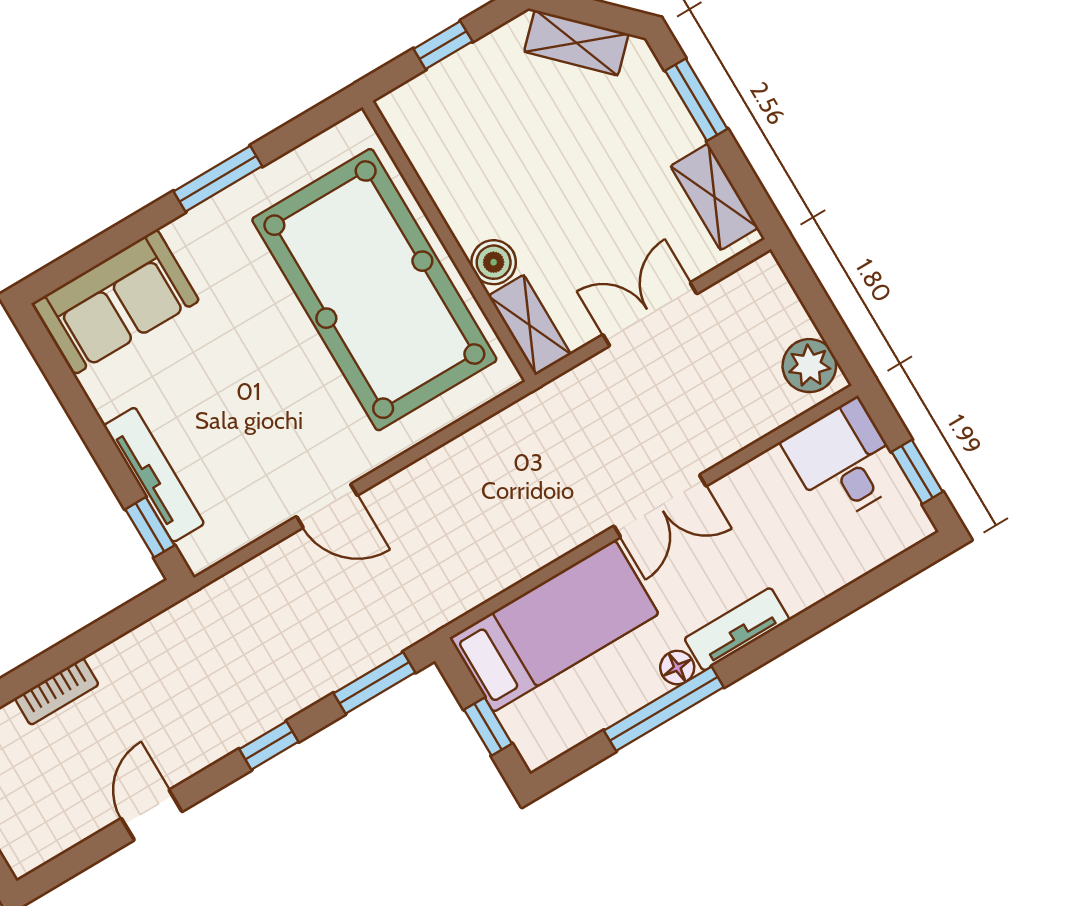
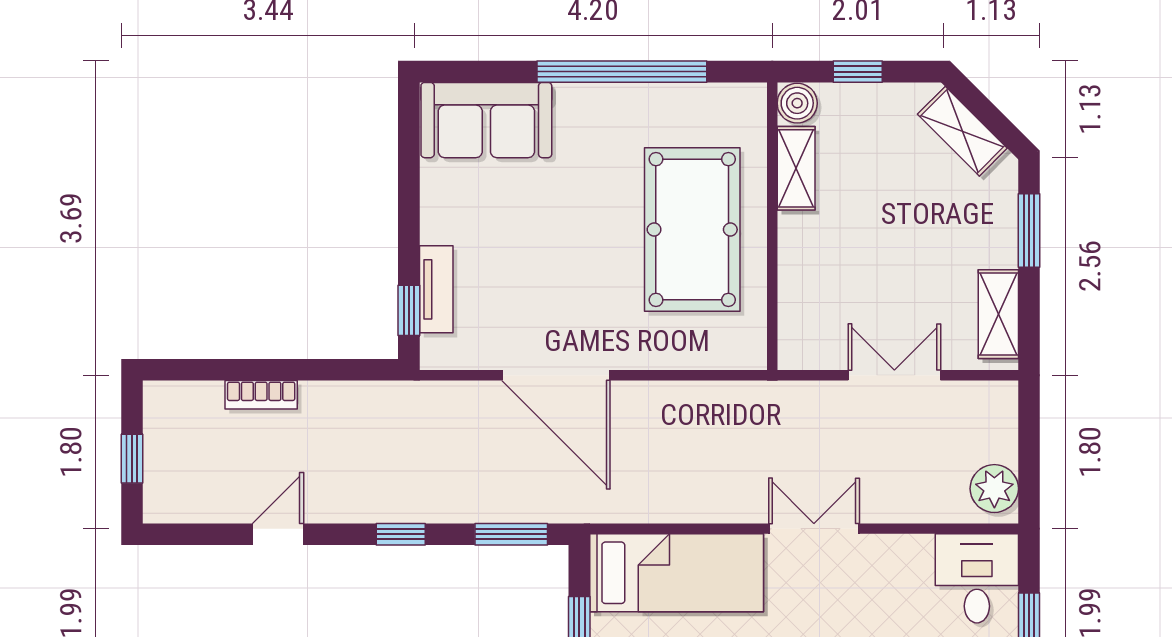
window: (218, 179) -> (622, 72), width x2.11
boiler: (494, 262) -> (797, 103), moved
pool table: (374, 290) -> (692, 230), width x0.73, depth x0.76
shelving: (530, 325) -> (796, 168), moved
tv unit: (154, 475) -> (436, 289), width x0.71
door: (327, 506) -> (556, 375), width x1.88
double door: (660, 506) -> (814, 529), swing flipped

